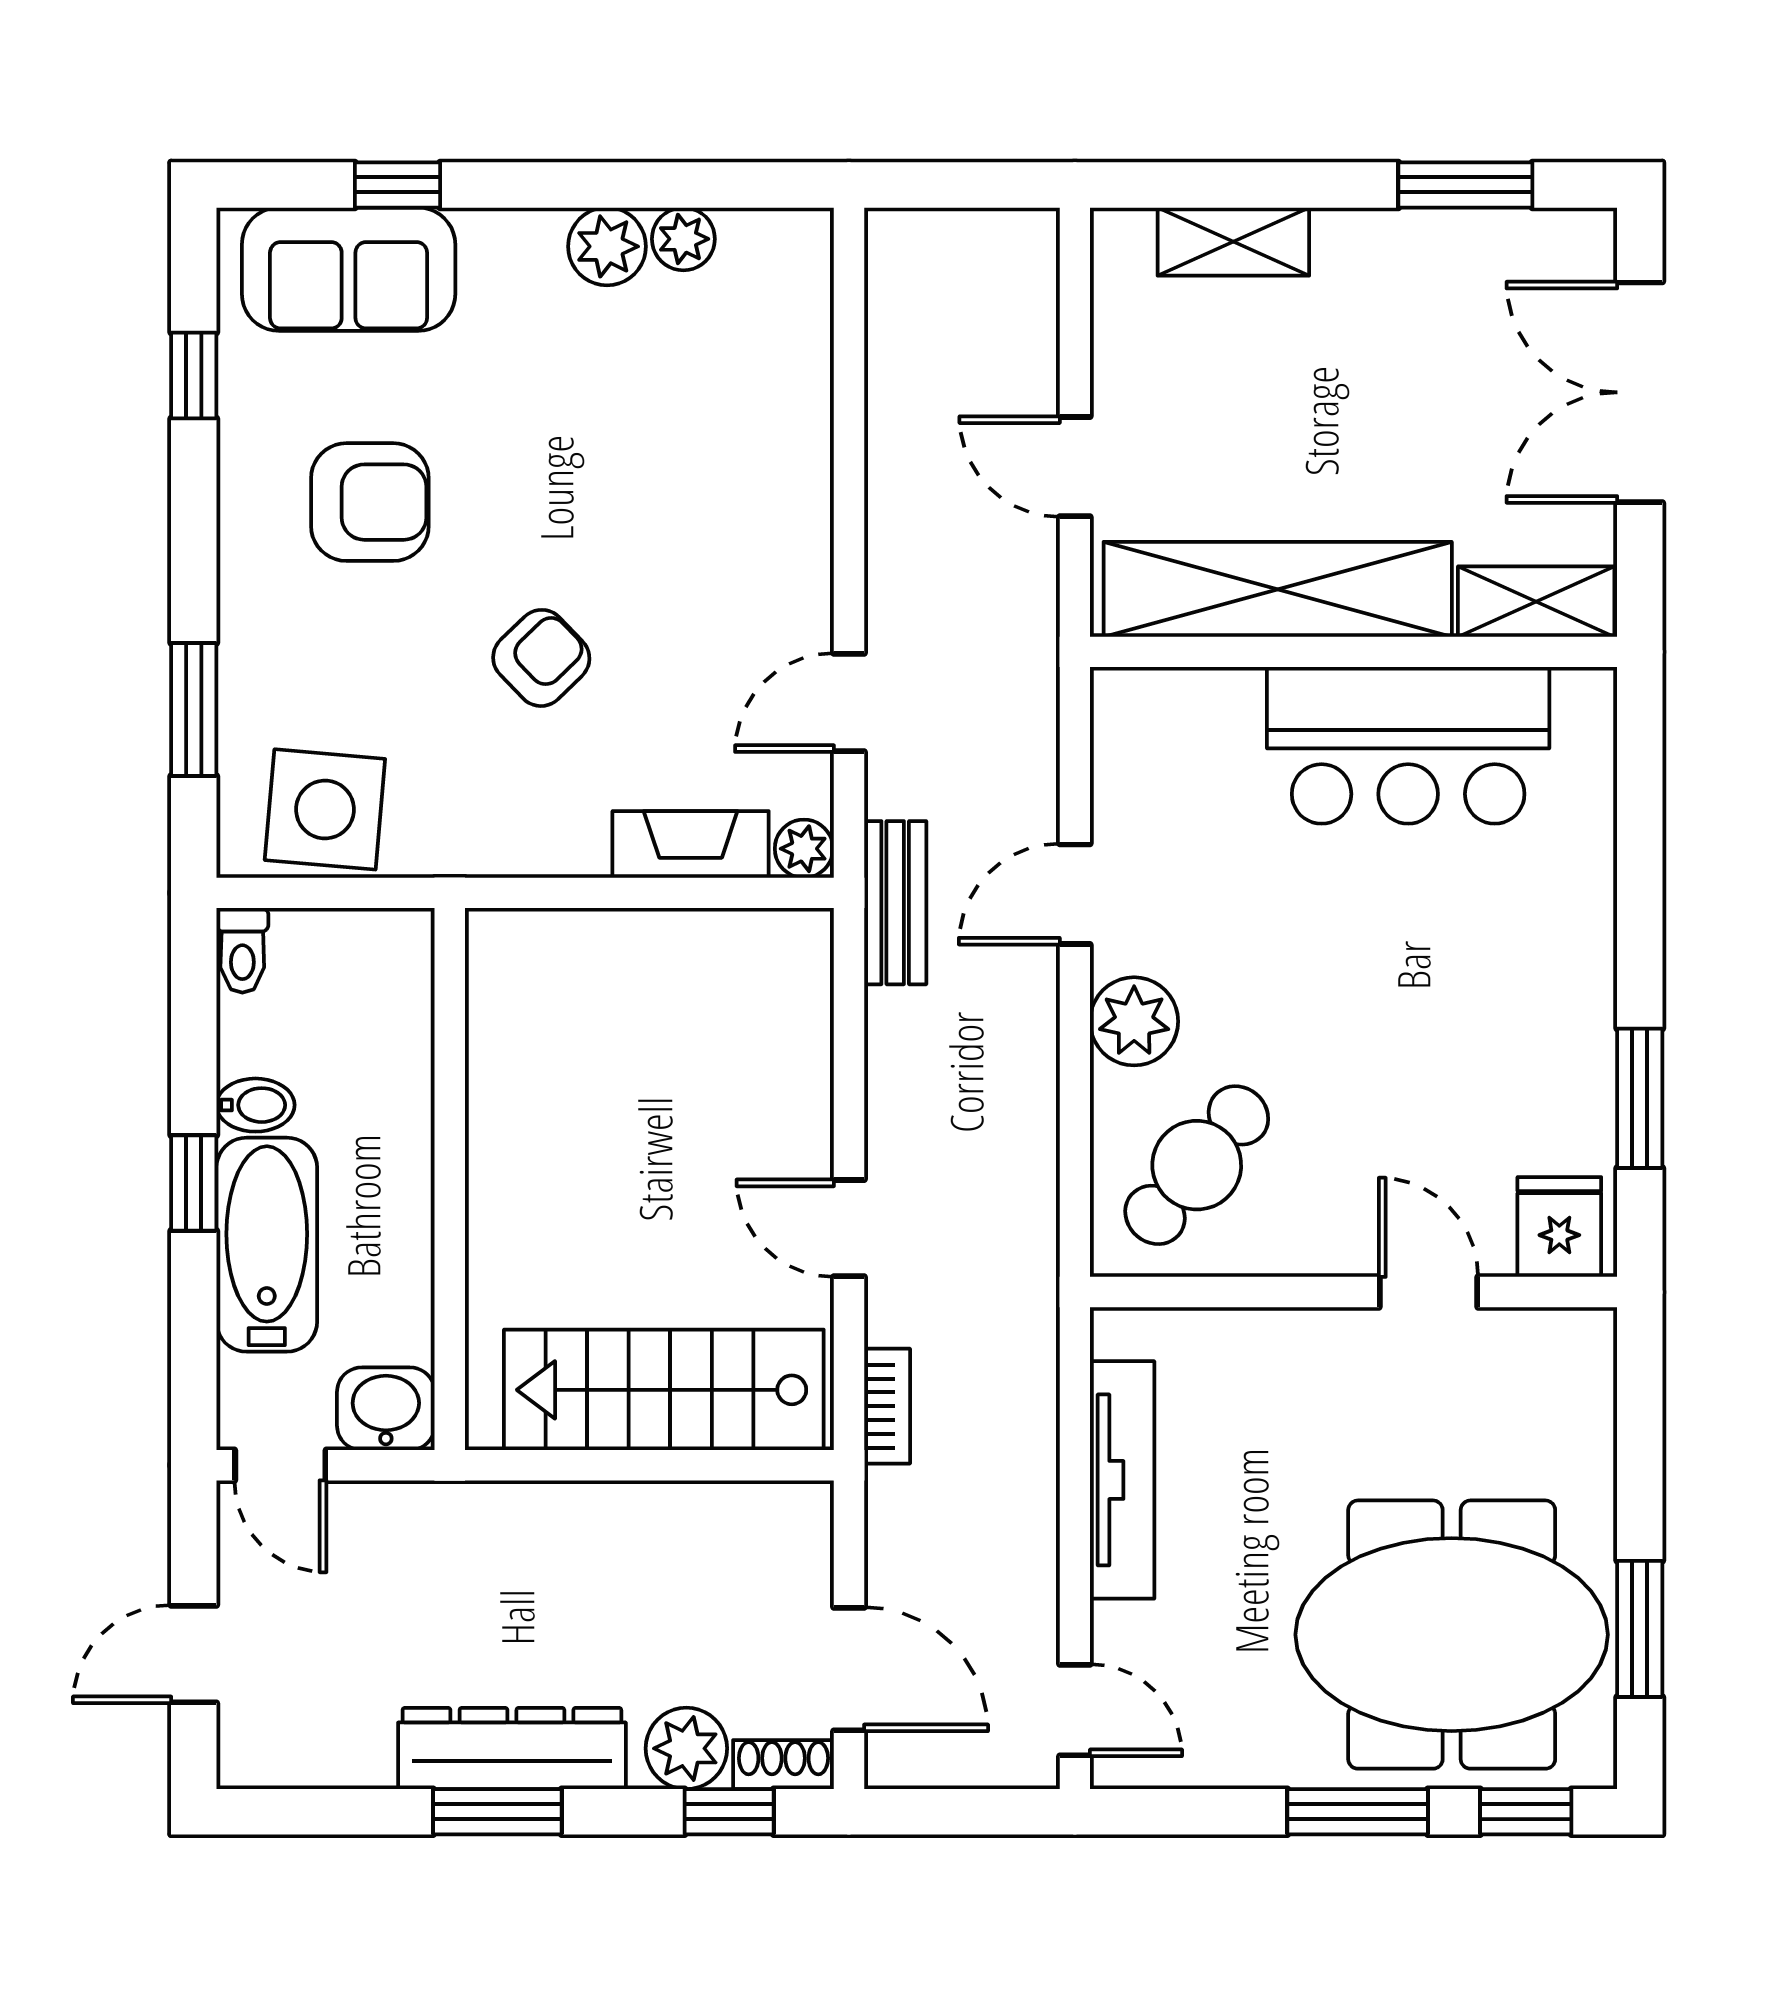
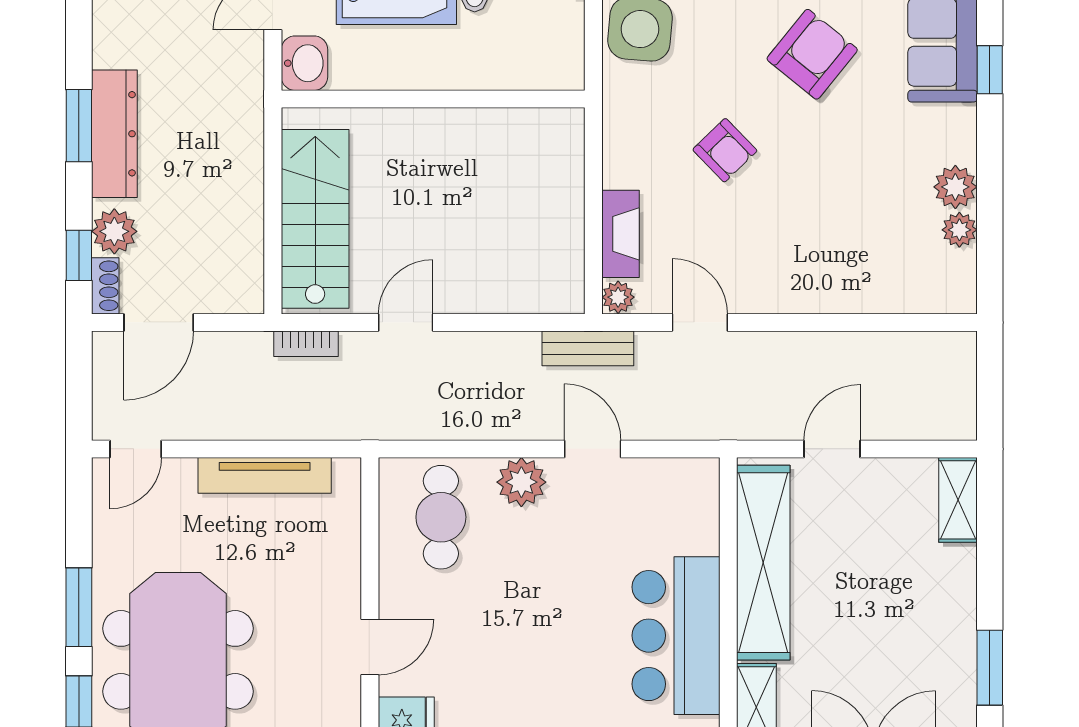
shelving: (1233, 242) -> (958, 500), moved
armchair: (370, 502) -> (812, 54), turned -141
cafe table: (1197, 1165) -> (441, 517), turned 50

